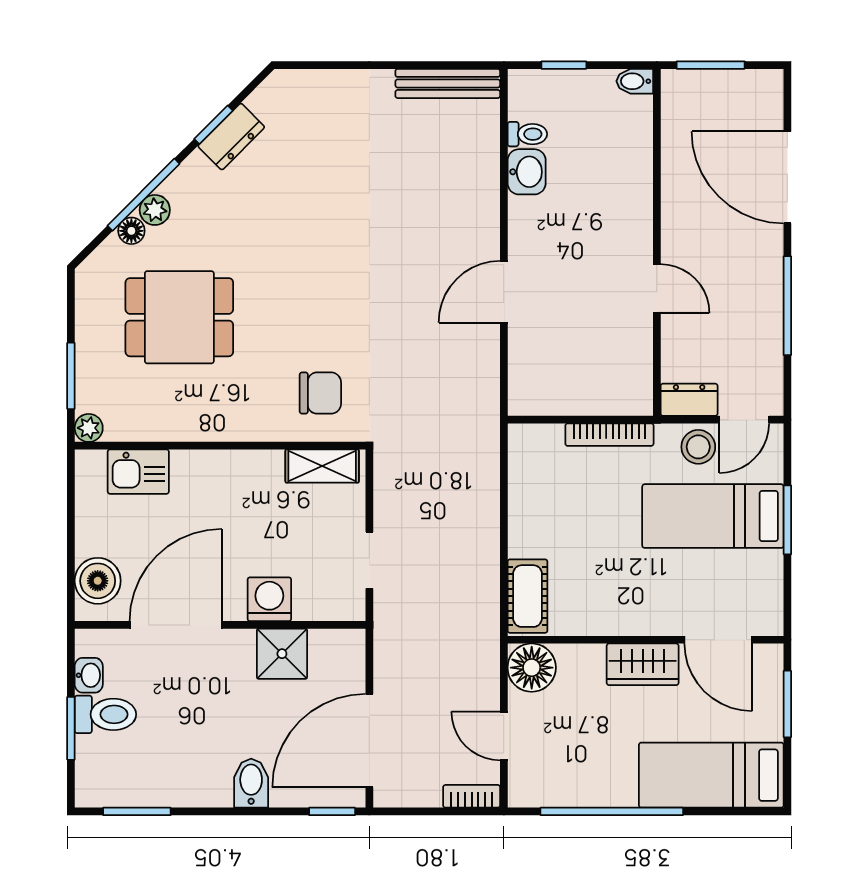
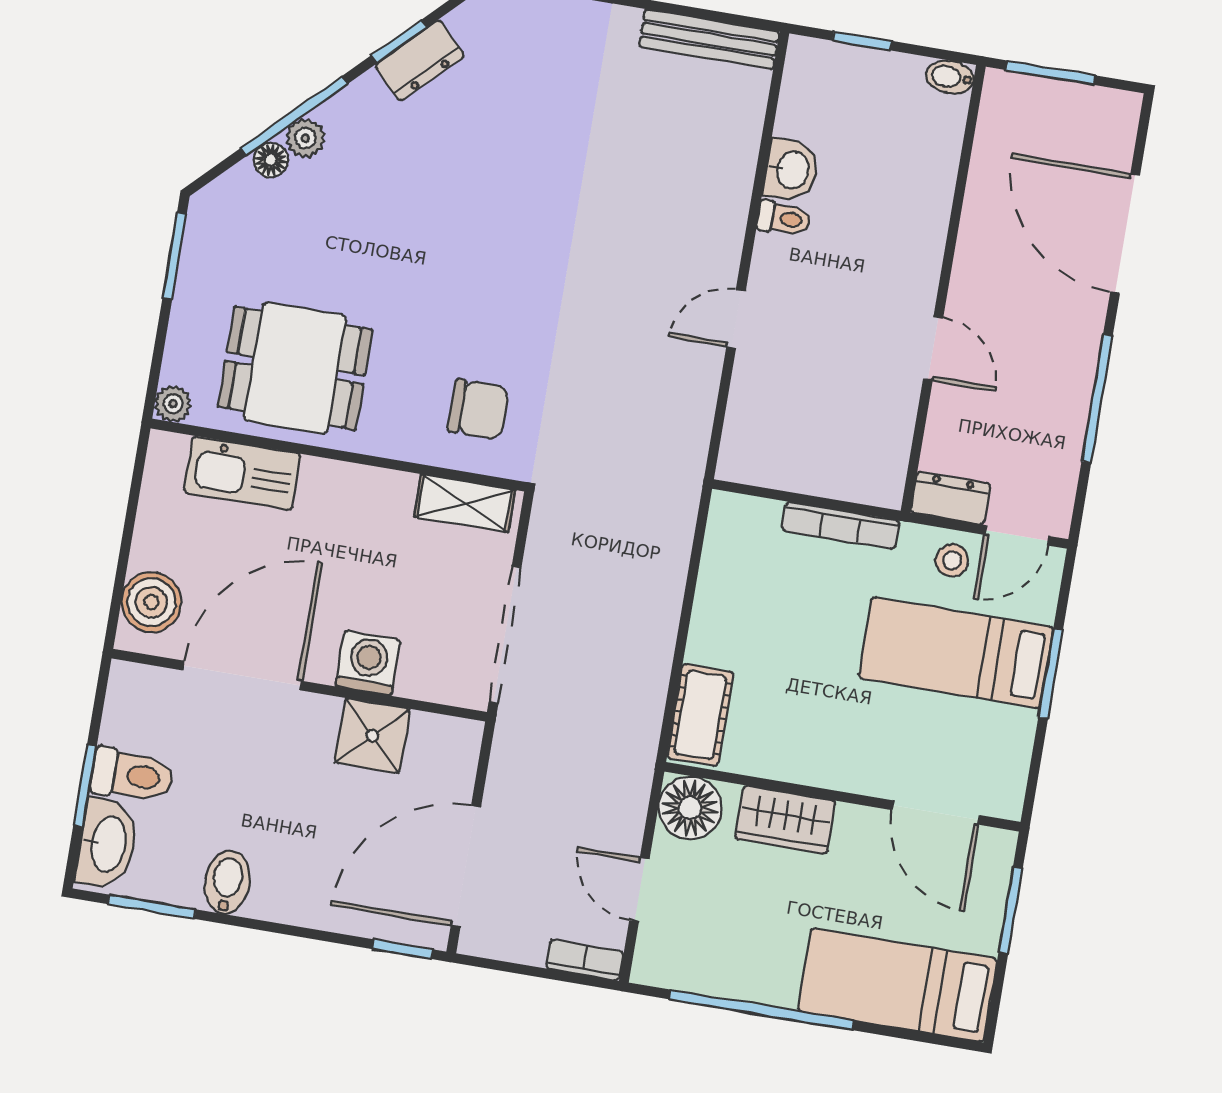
toilet: (527, 134) -> (784, 218), moved
door: (504, 292) -> (736, 319), width x0.73
dining table: (179, 317) -> (295, 368), moved
window: (71, 376) -> (175, 256), moved
stool: (698, 447) -> (952, 560), width x0.73, depth x0.73
kitchen sink: (138, 472) -> (242, 473), width x1.38
doorway: (369, 560) -> (505, 635), width x1.87
wardrobe: (643, 664) -> (785, 820), moved
washbasin: (89, 675) -> (107, 844), moved, width x1.91, depth x1.45
bidet: (251, 783) -> (227, 882), moved

